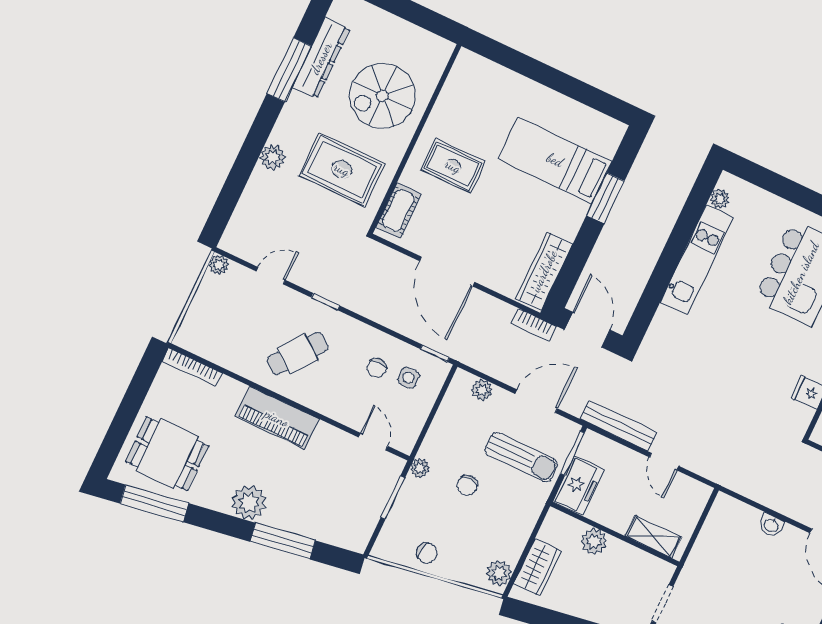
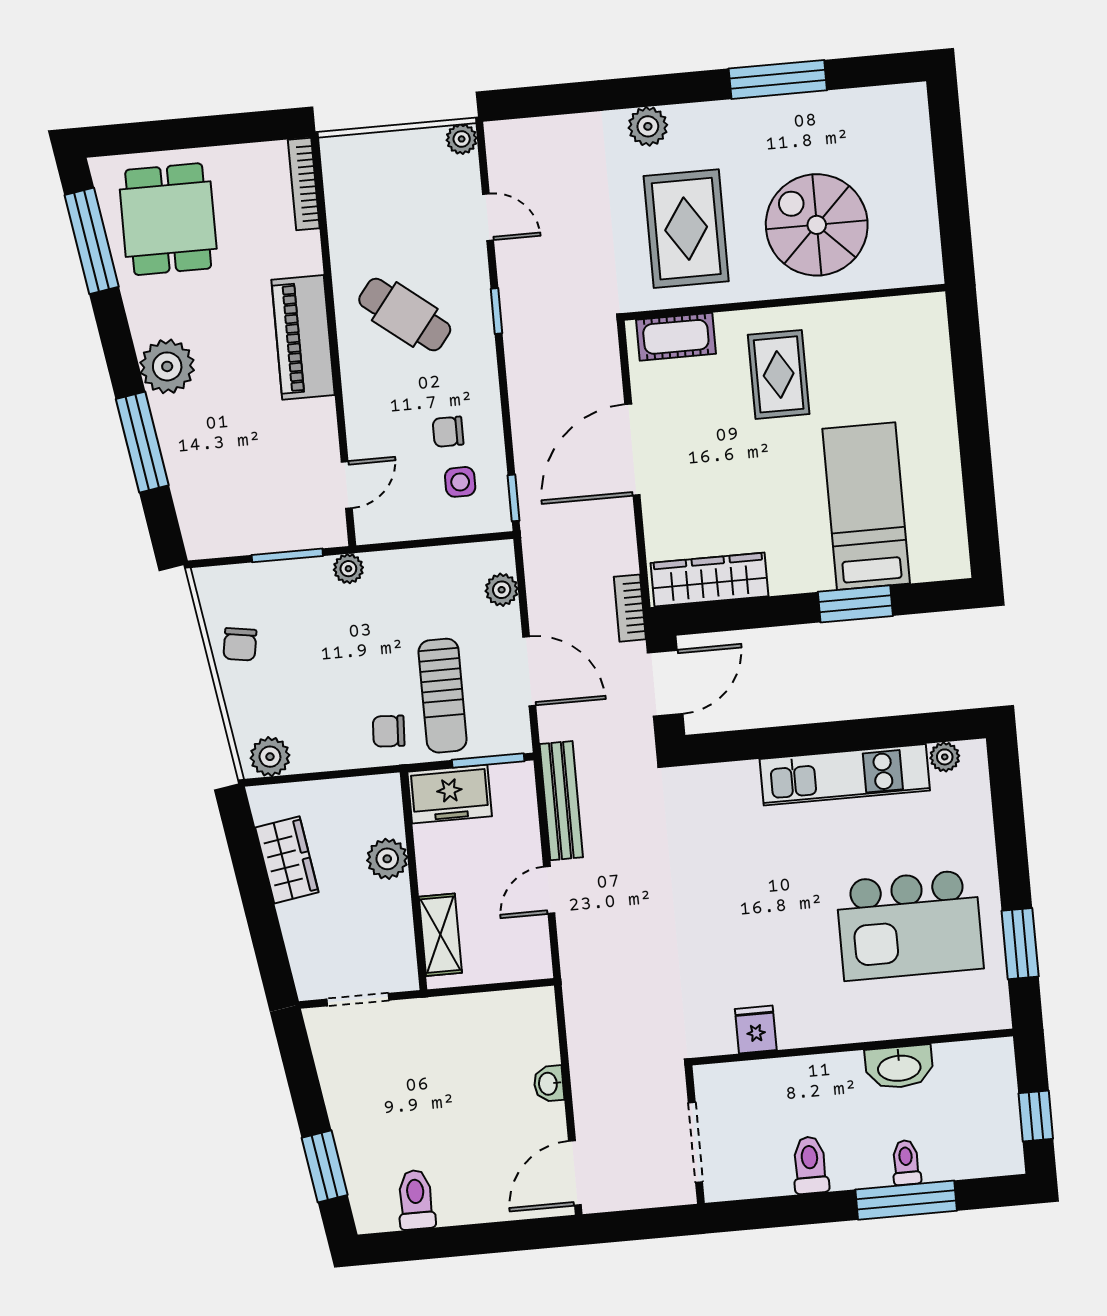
dresser: (321, 58) -> (819, 113), removed
chair: (467, 485) -> (389, 731), moved
wardrobe: (537, 567) -> (287, 860), moved, turned -99

